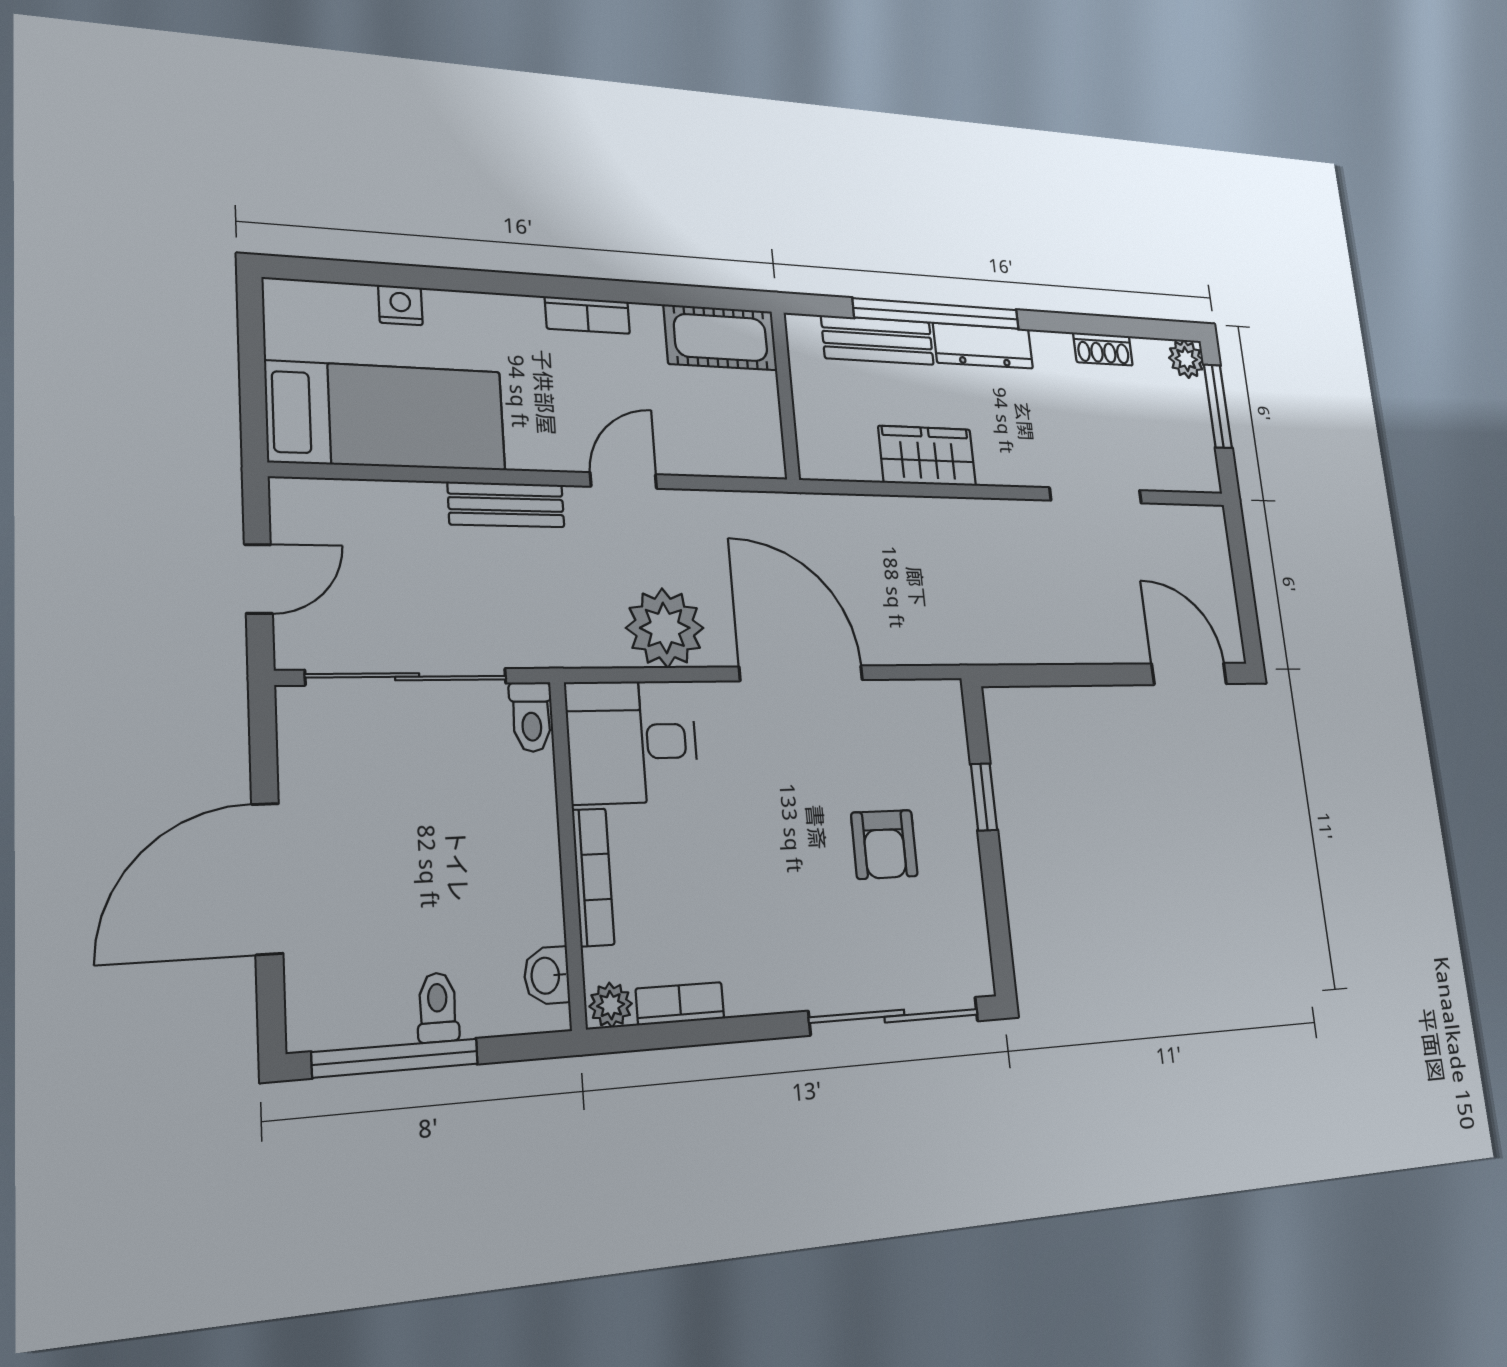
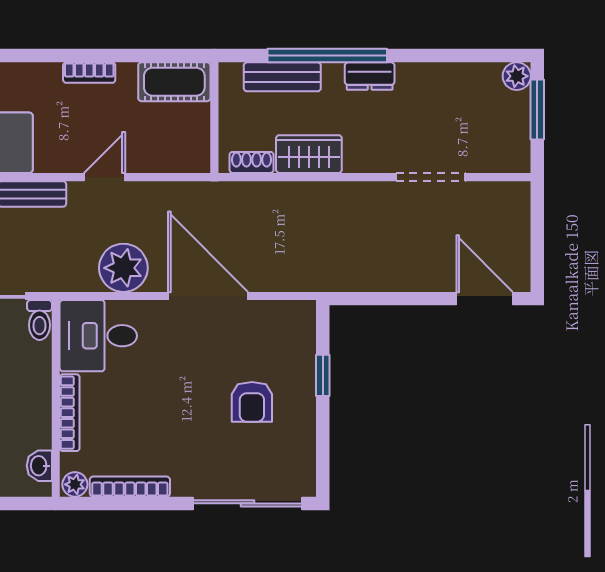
dresser: (983, 346) -> (370, 76), width x0.70
shoe rack: (1103, 349) -> (252, 162), moved, turned 180
bookcase: (680, 1004) -> (130, 487), width x1.56

